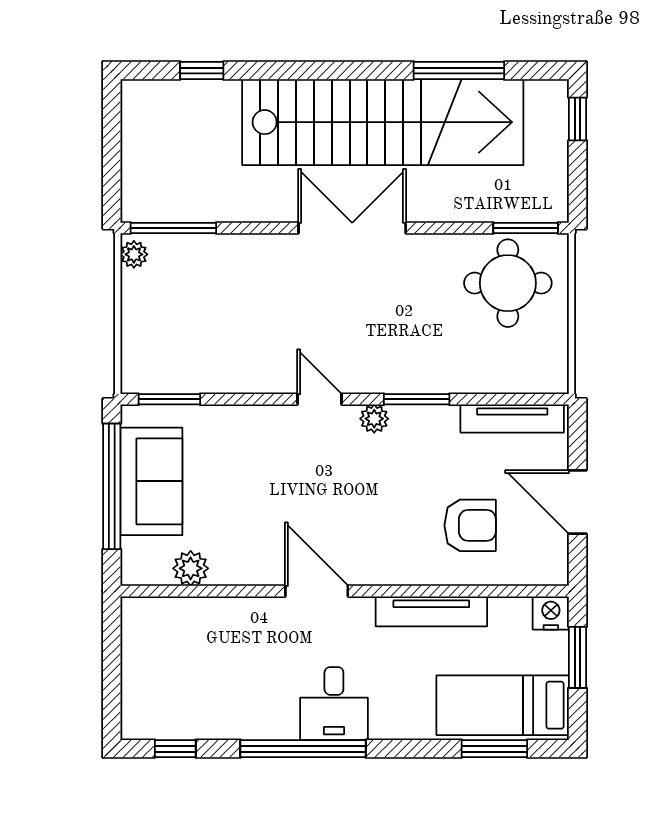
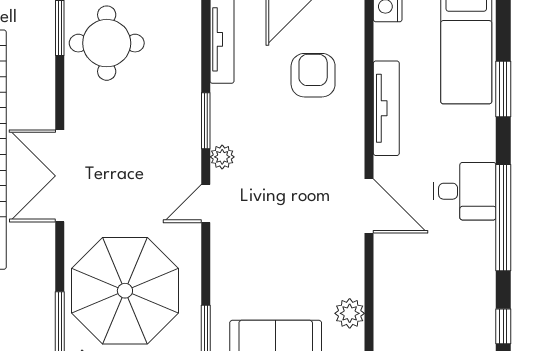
parasol: (217, 305) -> (125, 291), added
door: (317, 591) -> (369, 206), swing flipped
window: (494, 749) -> (503, 89), moved

